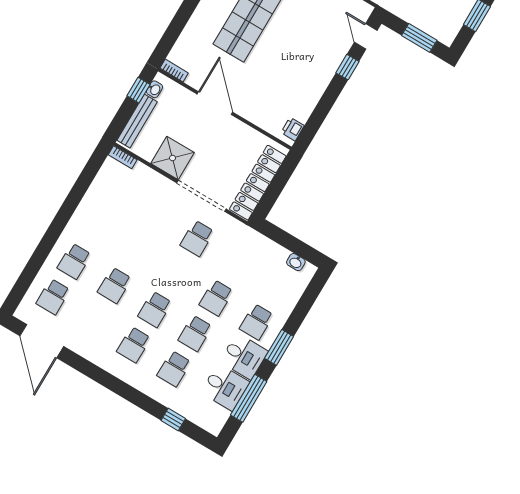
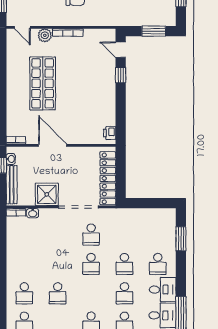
washbasin: (296, 262) -> (33, 213), moved
school desk: (155, 309) -> (91, 264), moved
window: (279, 347) -> (181, 239), moved

